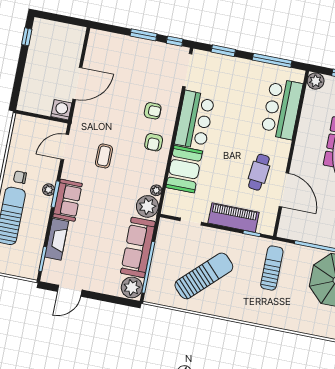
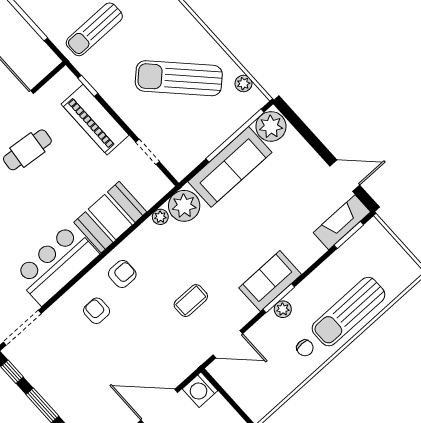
fireplace: (57, 239) -> (342, 222), moved
plant: (165, 300) -> (243, 83), added

